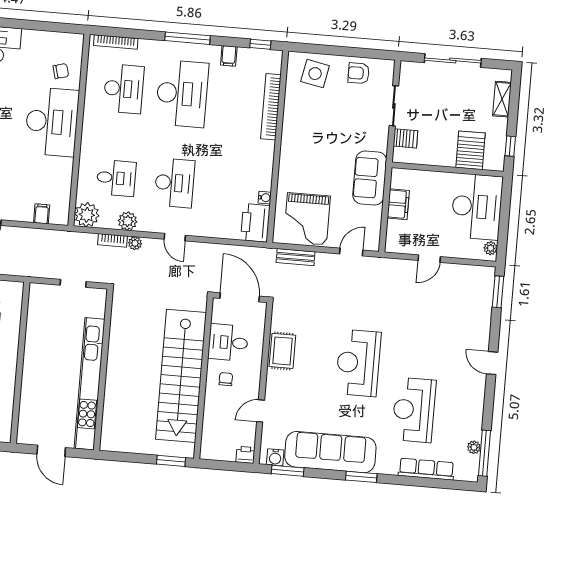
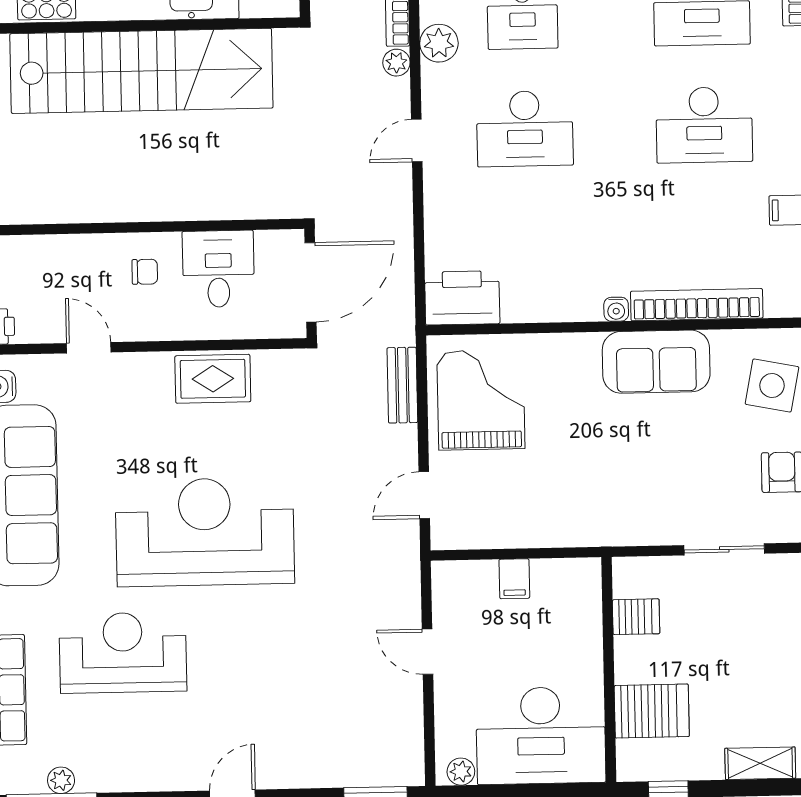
desk: (182, 94) -> (704, 125), width x0.73, depth x0.77
server rack: (405, 138) -> (636, 617), moved, turned -90
sofa: (370, 178) -> (656, 362), moved, turned 180
water cooler: (265, 198) -> (616, 309), moved
filing cabinet: (398, 204) -> (514, 579), width x0.50
grand piano: (307, 219) -> (481, 400), turned 90
door: (351, 252) -> (424, 495), swing flipped
reception desk: (358, 363) -> (205, 532), width x1.36, depth x1.30
stairs: (181, 376) -> (141, 71), moved, turned 180

